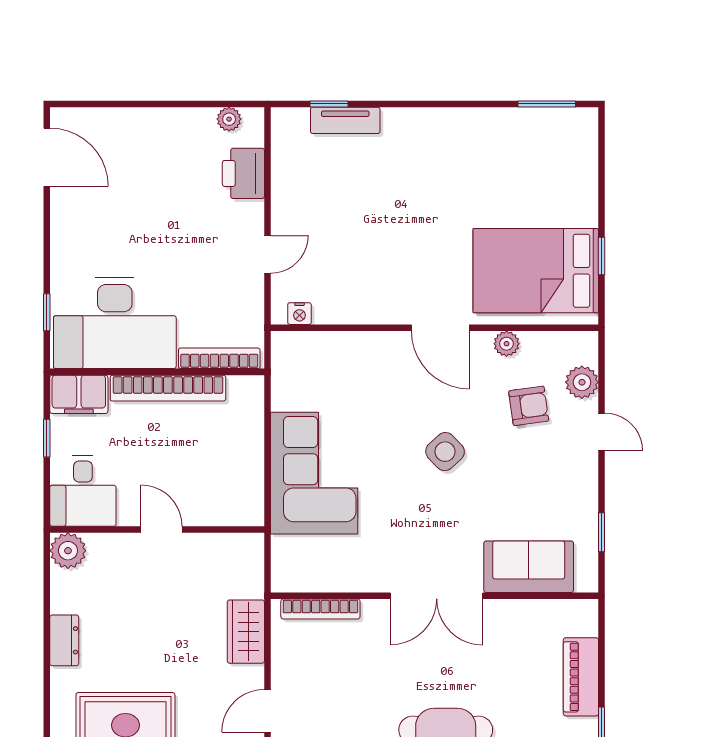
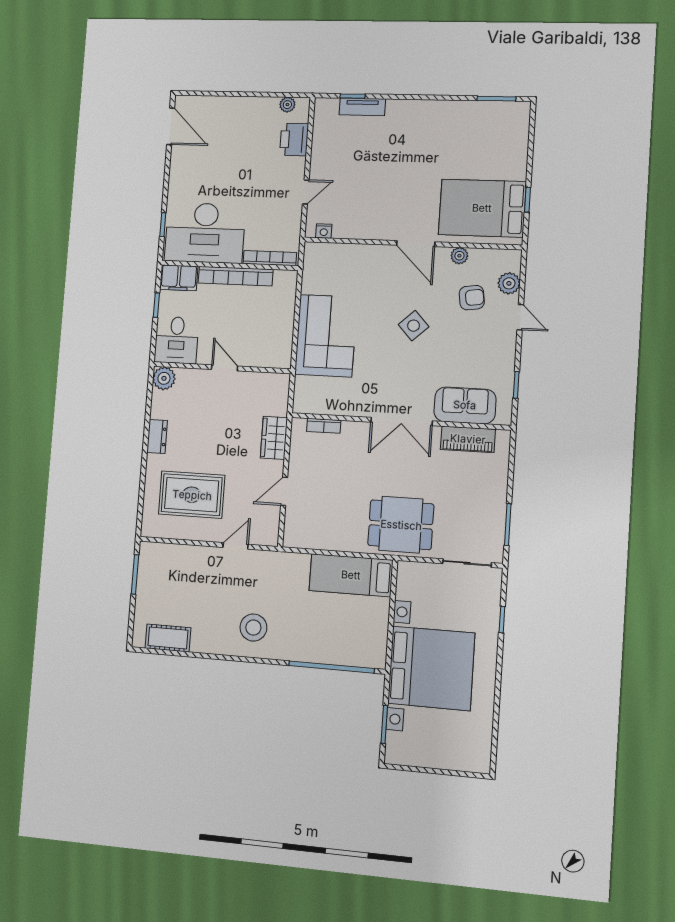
bookcase: (320, 609) -> (324, 426), width x0.64
piano: (581, 677) -> (468, 439), moved, turned -90

